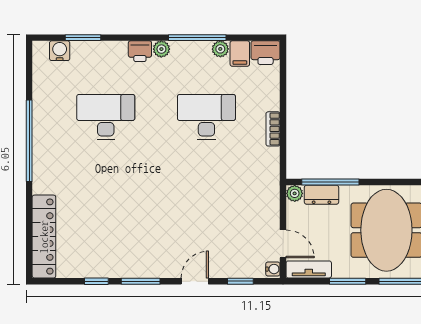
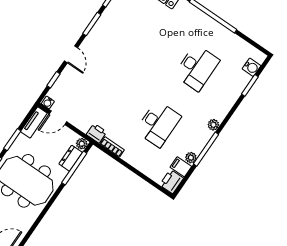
printer: (140, 51) -> (97, 133), moved, turned 90
bookcase: (273, 129) -> (112, 147), moved

